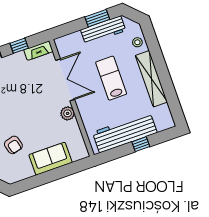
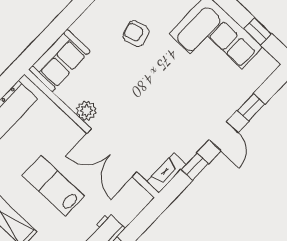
lab bench: (111, 78) -> (53, 186), turned 180
sofa: (51, 159) -> (59, 60), moved

